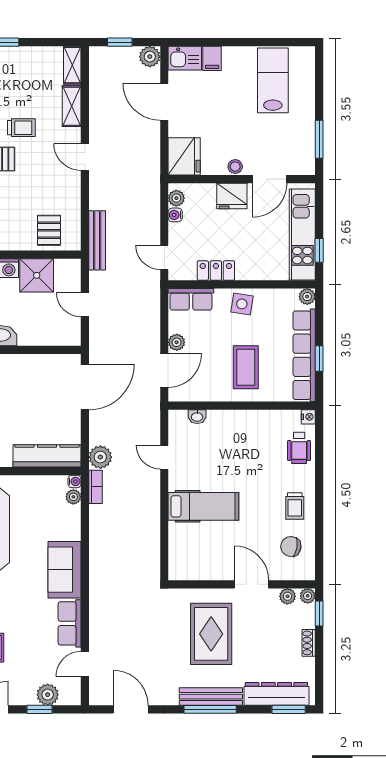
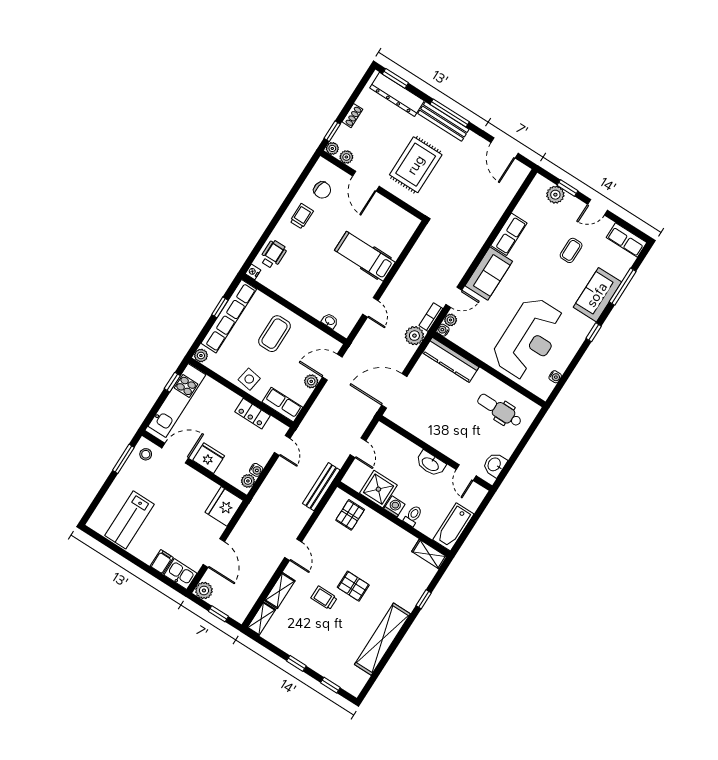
stool: (235, 167) -> (146, 454), moved
door: (85, 664) -> (454, 297), moved

